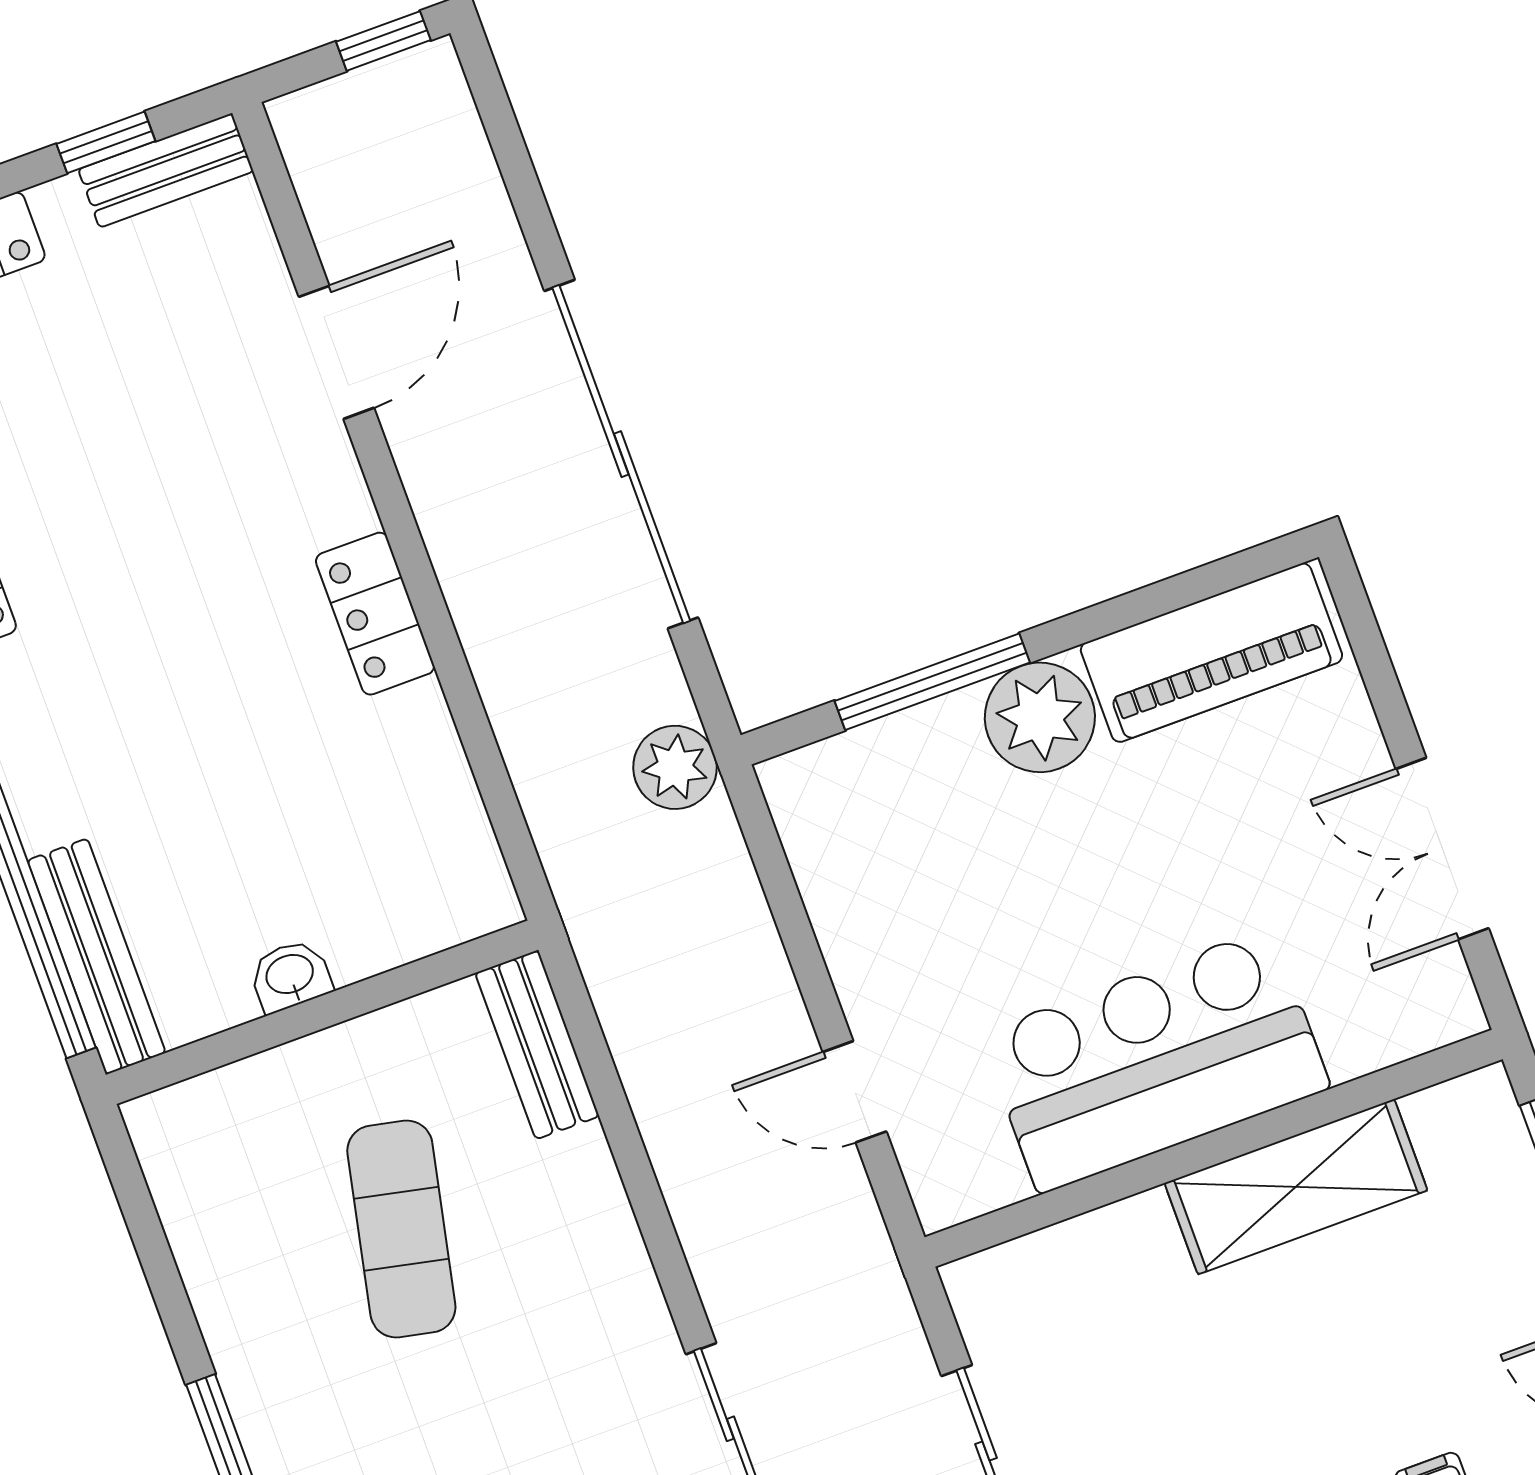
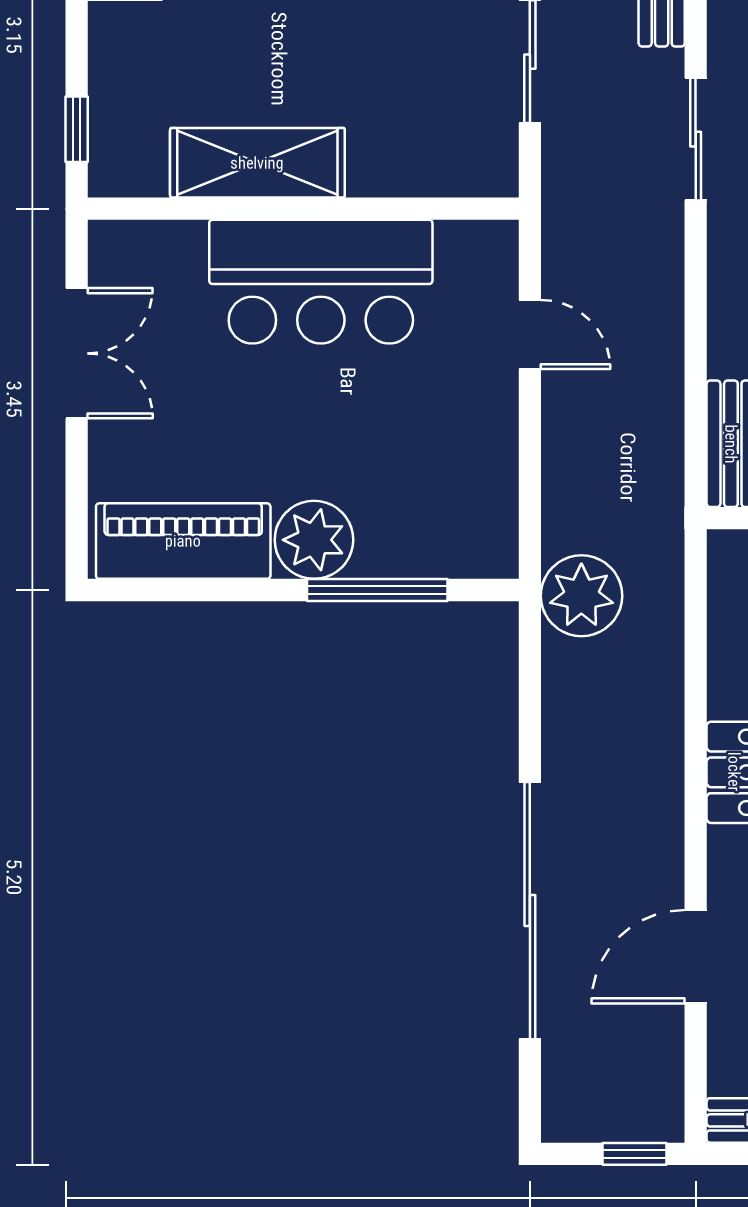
window: (383, 41) -> (634, 1154), moved
sliding door: (621, 454) -> (530, 911), moved
plant: (675, 767) -> (581, 596), width x1.36, depth x1.36

